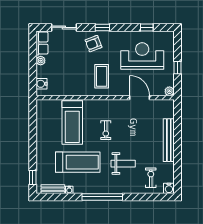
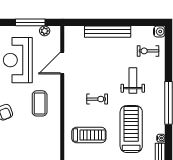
window: (177, 68) -> (30, 22), width x2.17
coffee table: (102, 76) -> (40, 103), turned 90
plant: (169, 91) -> (45, 31), moved
treadmill: (72, 122) -> (89, 135), width x0.73, depth x0.73

